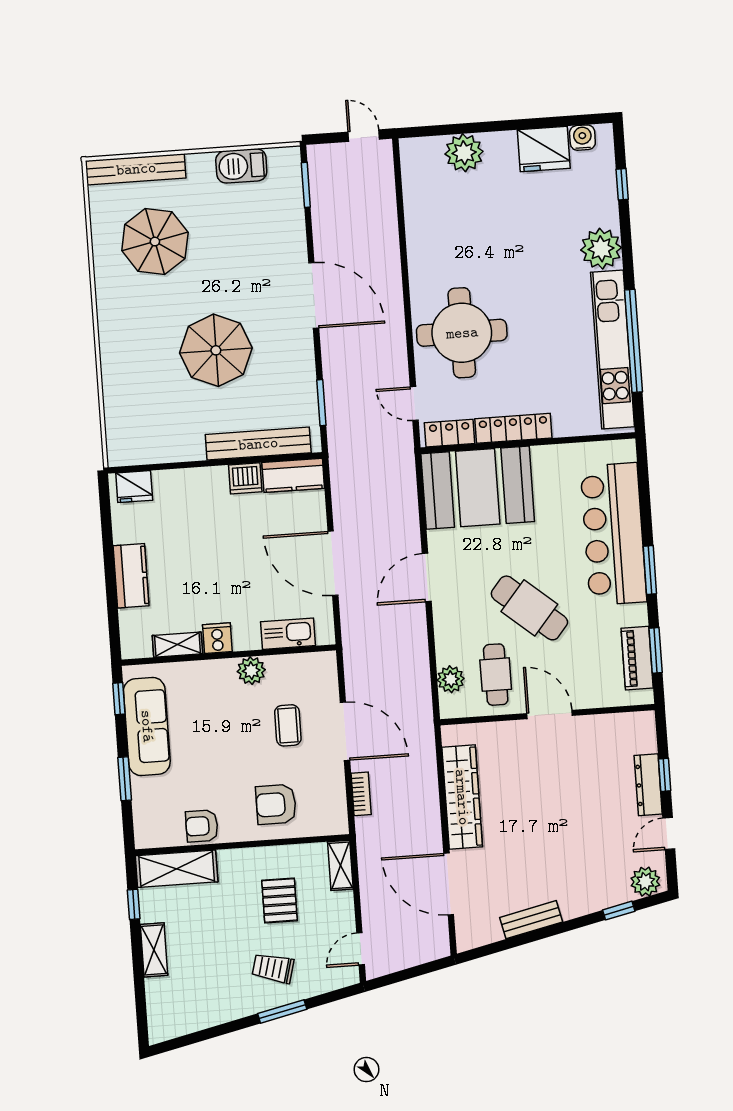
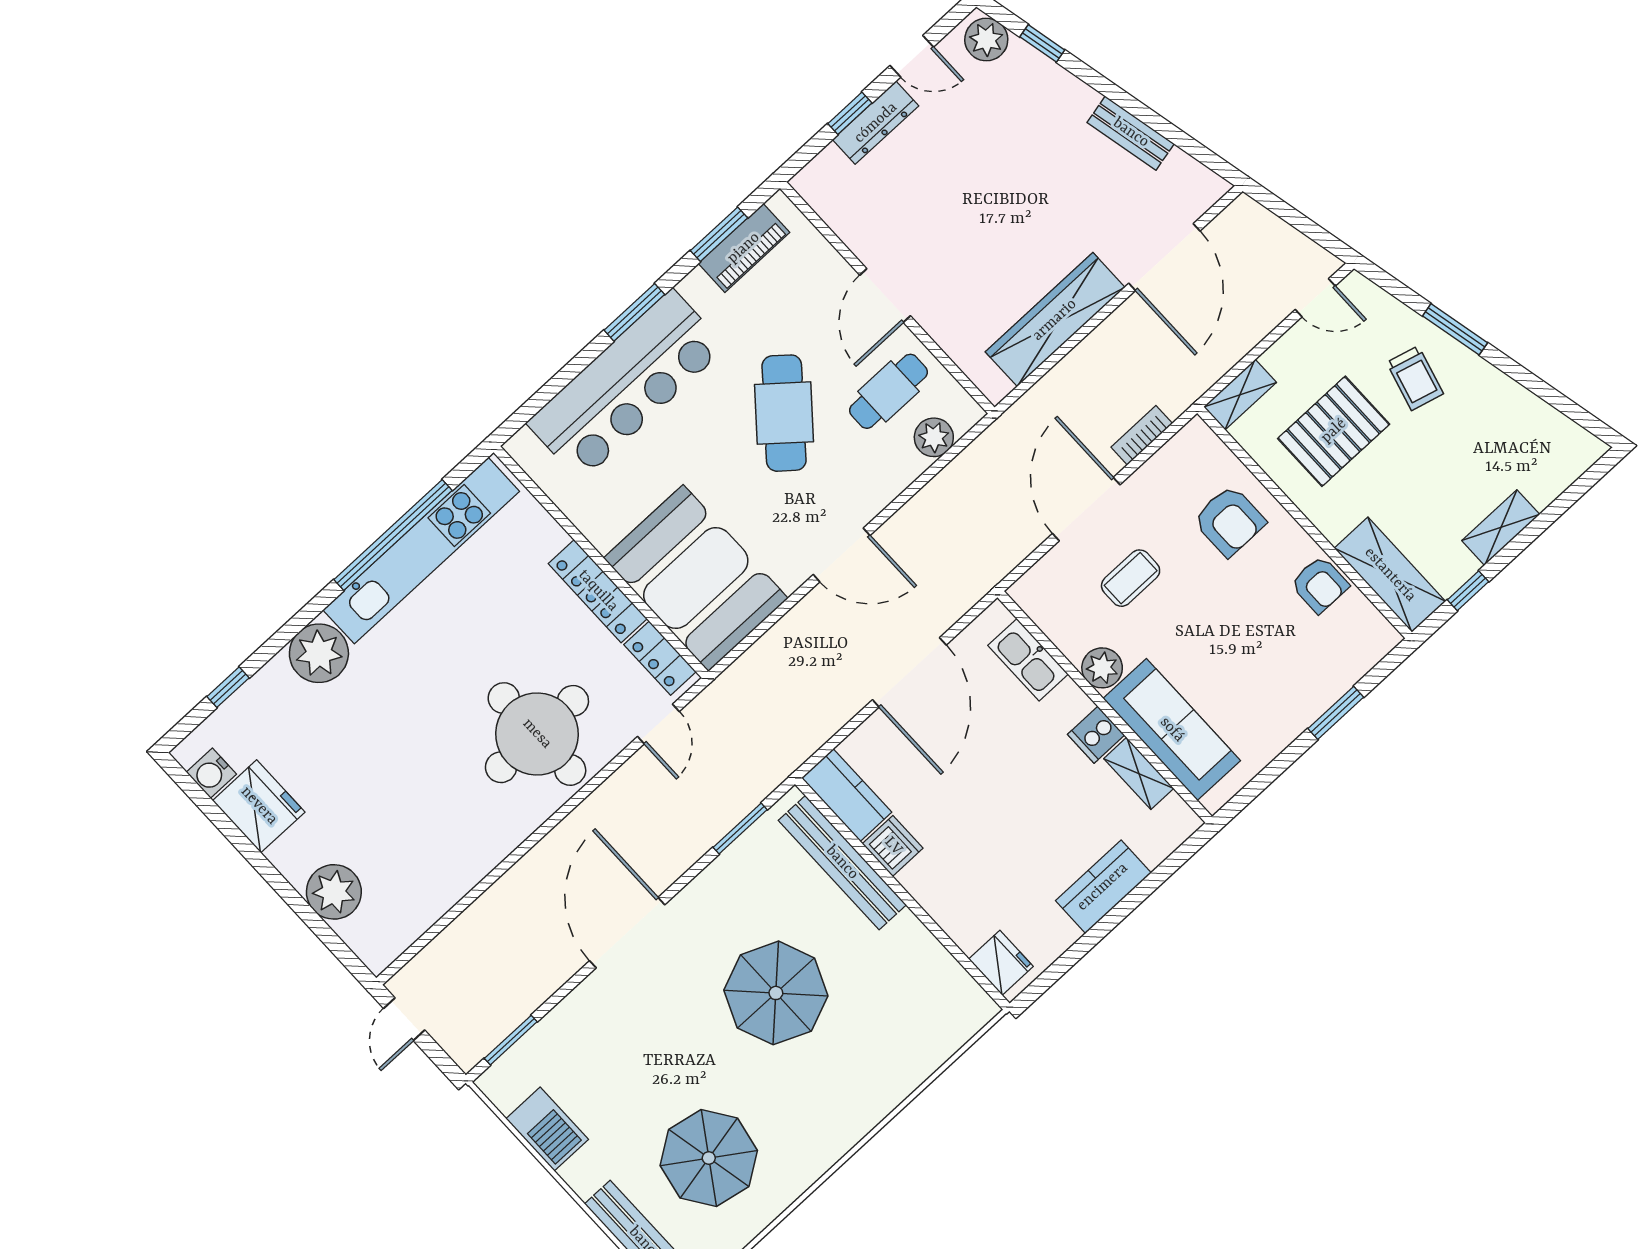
window: (119, 699) -> (1251, 791), removed
sofa: (147, 726) -> (1172, 730), moved, turned 90
pallet: (280, 900) -> (1334, 431), width x1.50, depth x1.42

